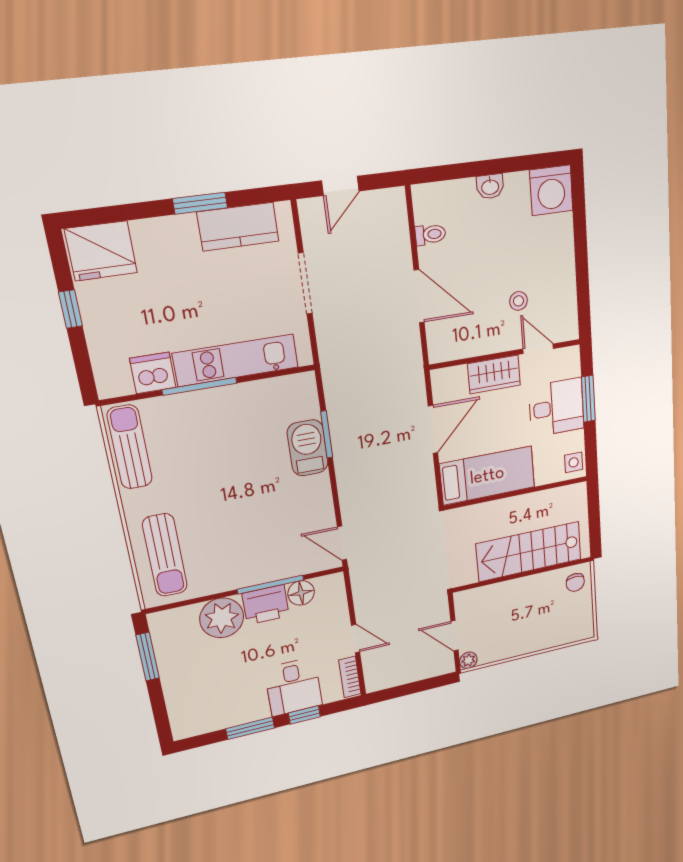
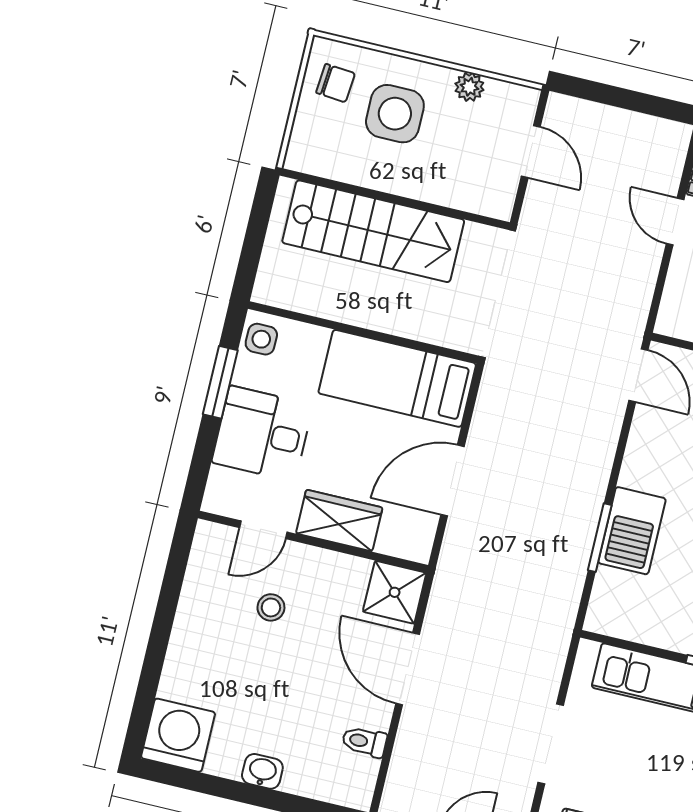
shower: (445, 343) -> (395, 592), added
door: (538, 349) -> (263, 530), hinge flipped
window: (588, 399) -> (220, 382), moved
chair: (575, 582) -> (335, 83), moved, turned 95
side table: (538, 619) -> (395, 114), added
plant: (468, 660) -> (469, 87), moved

